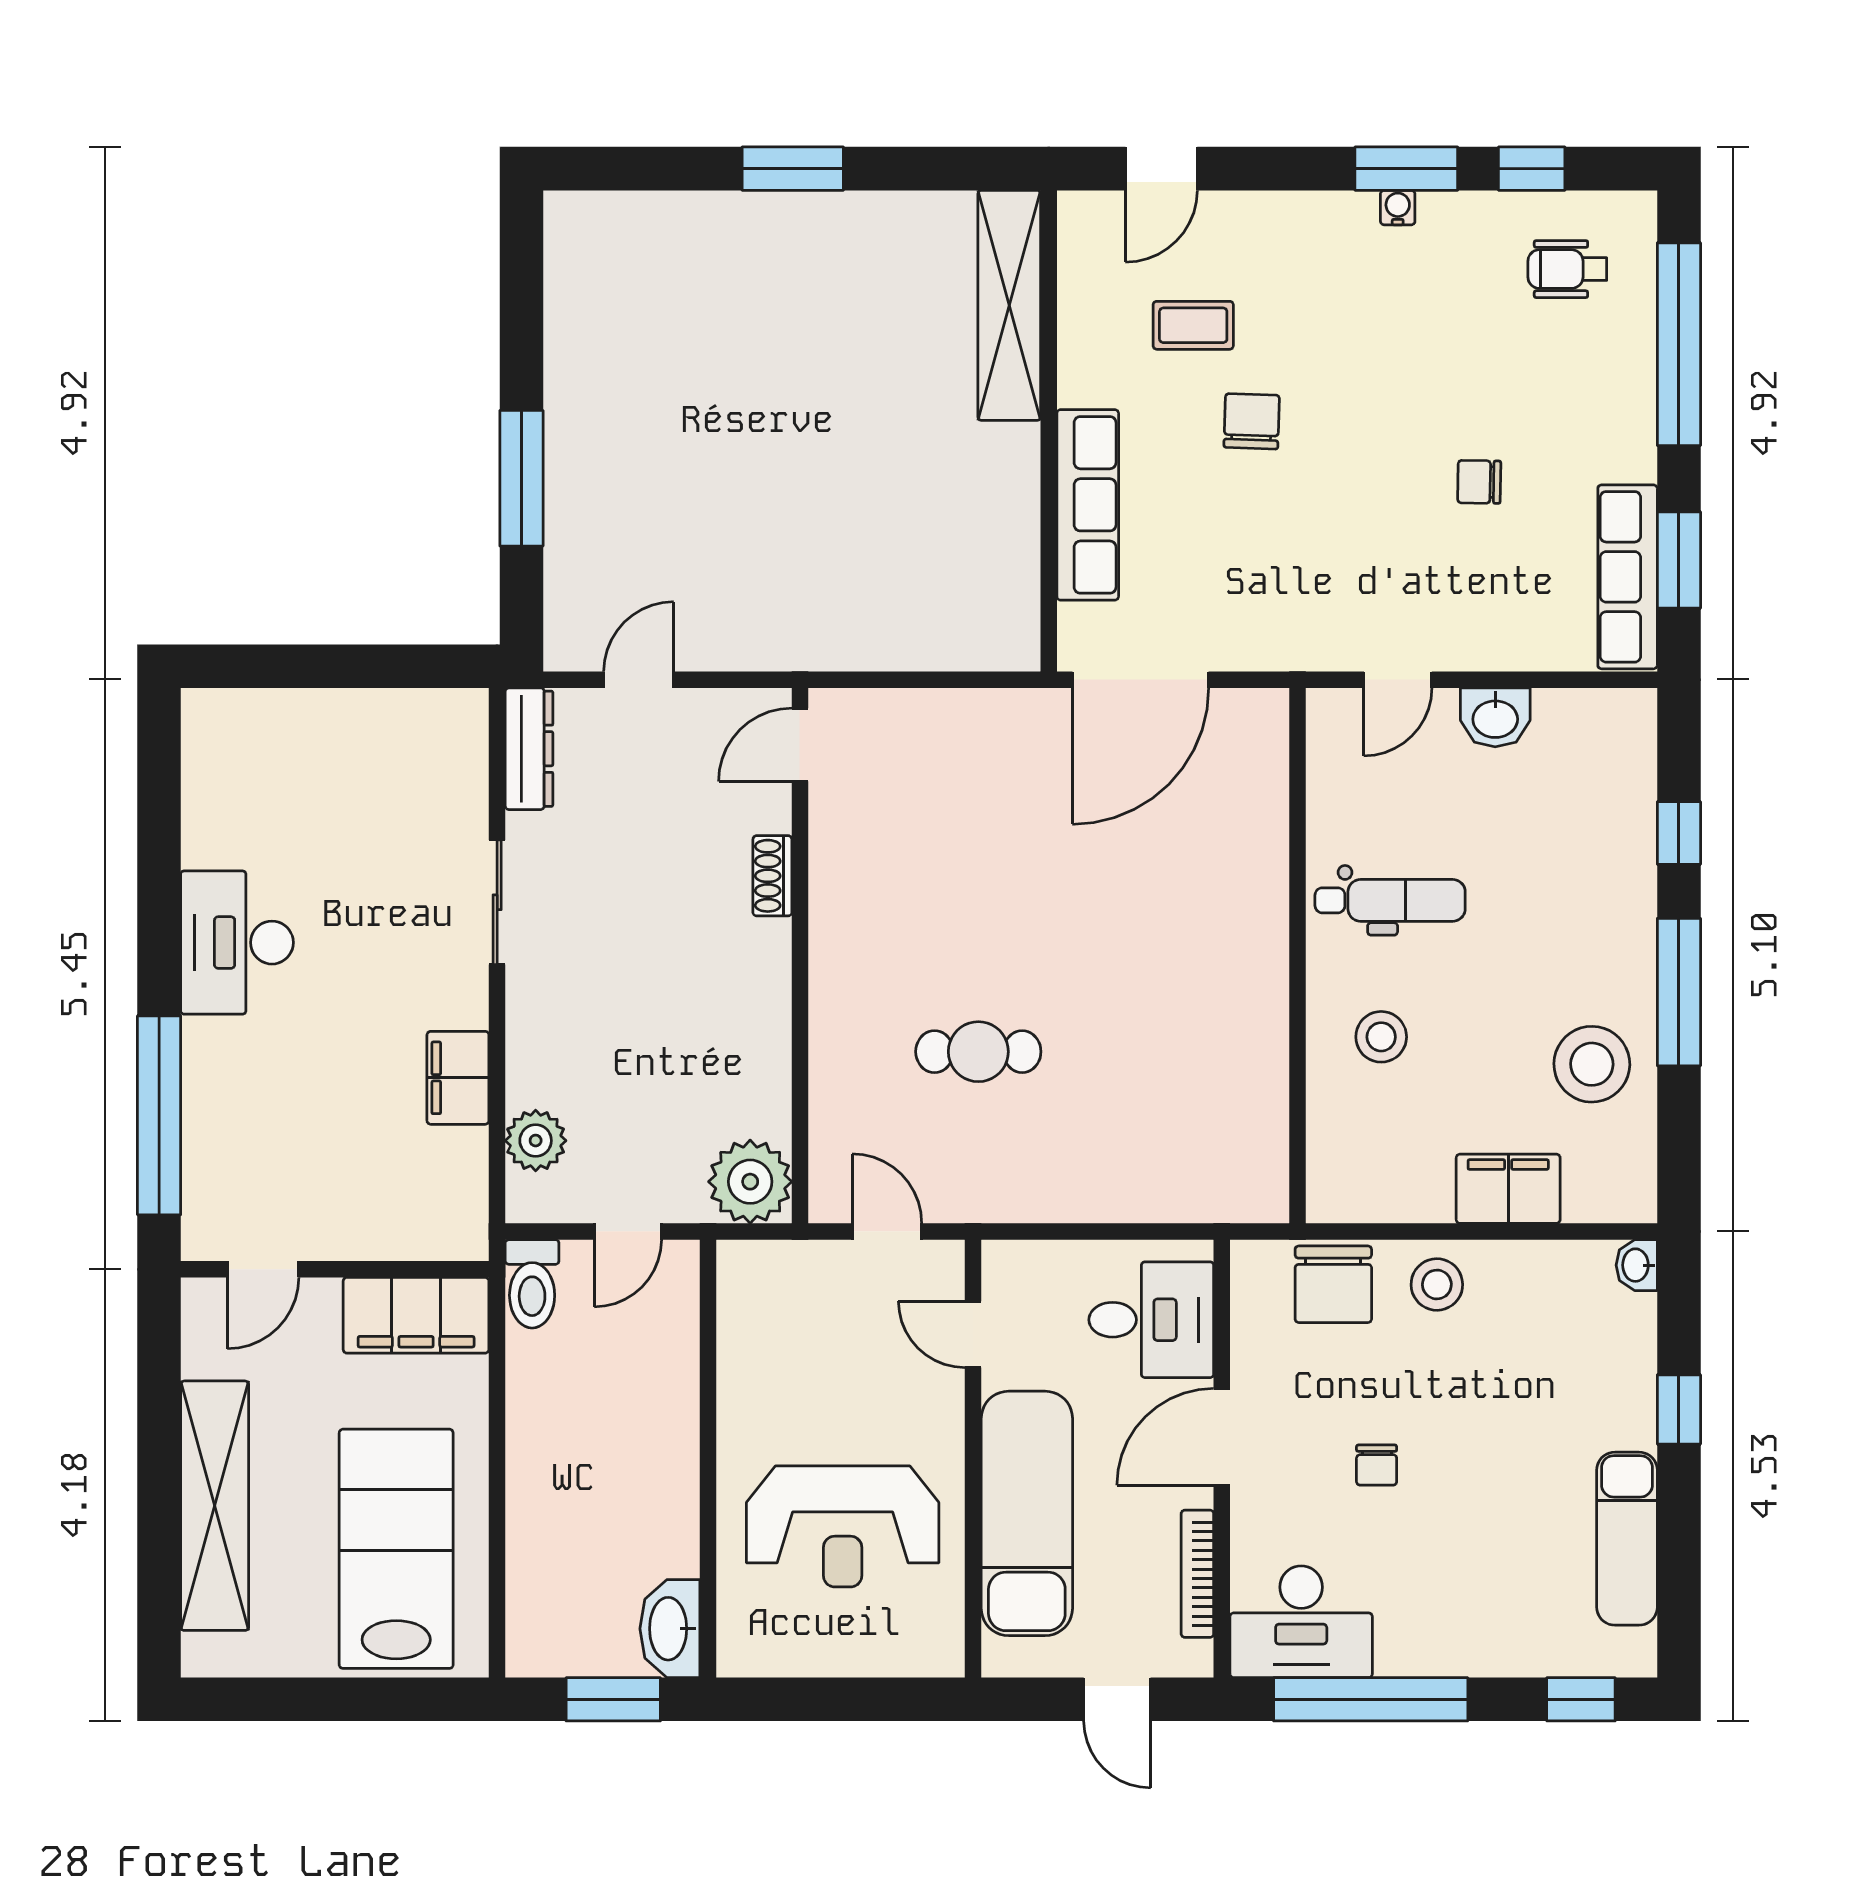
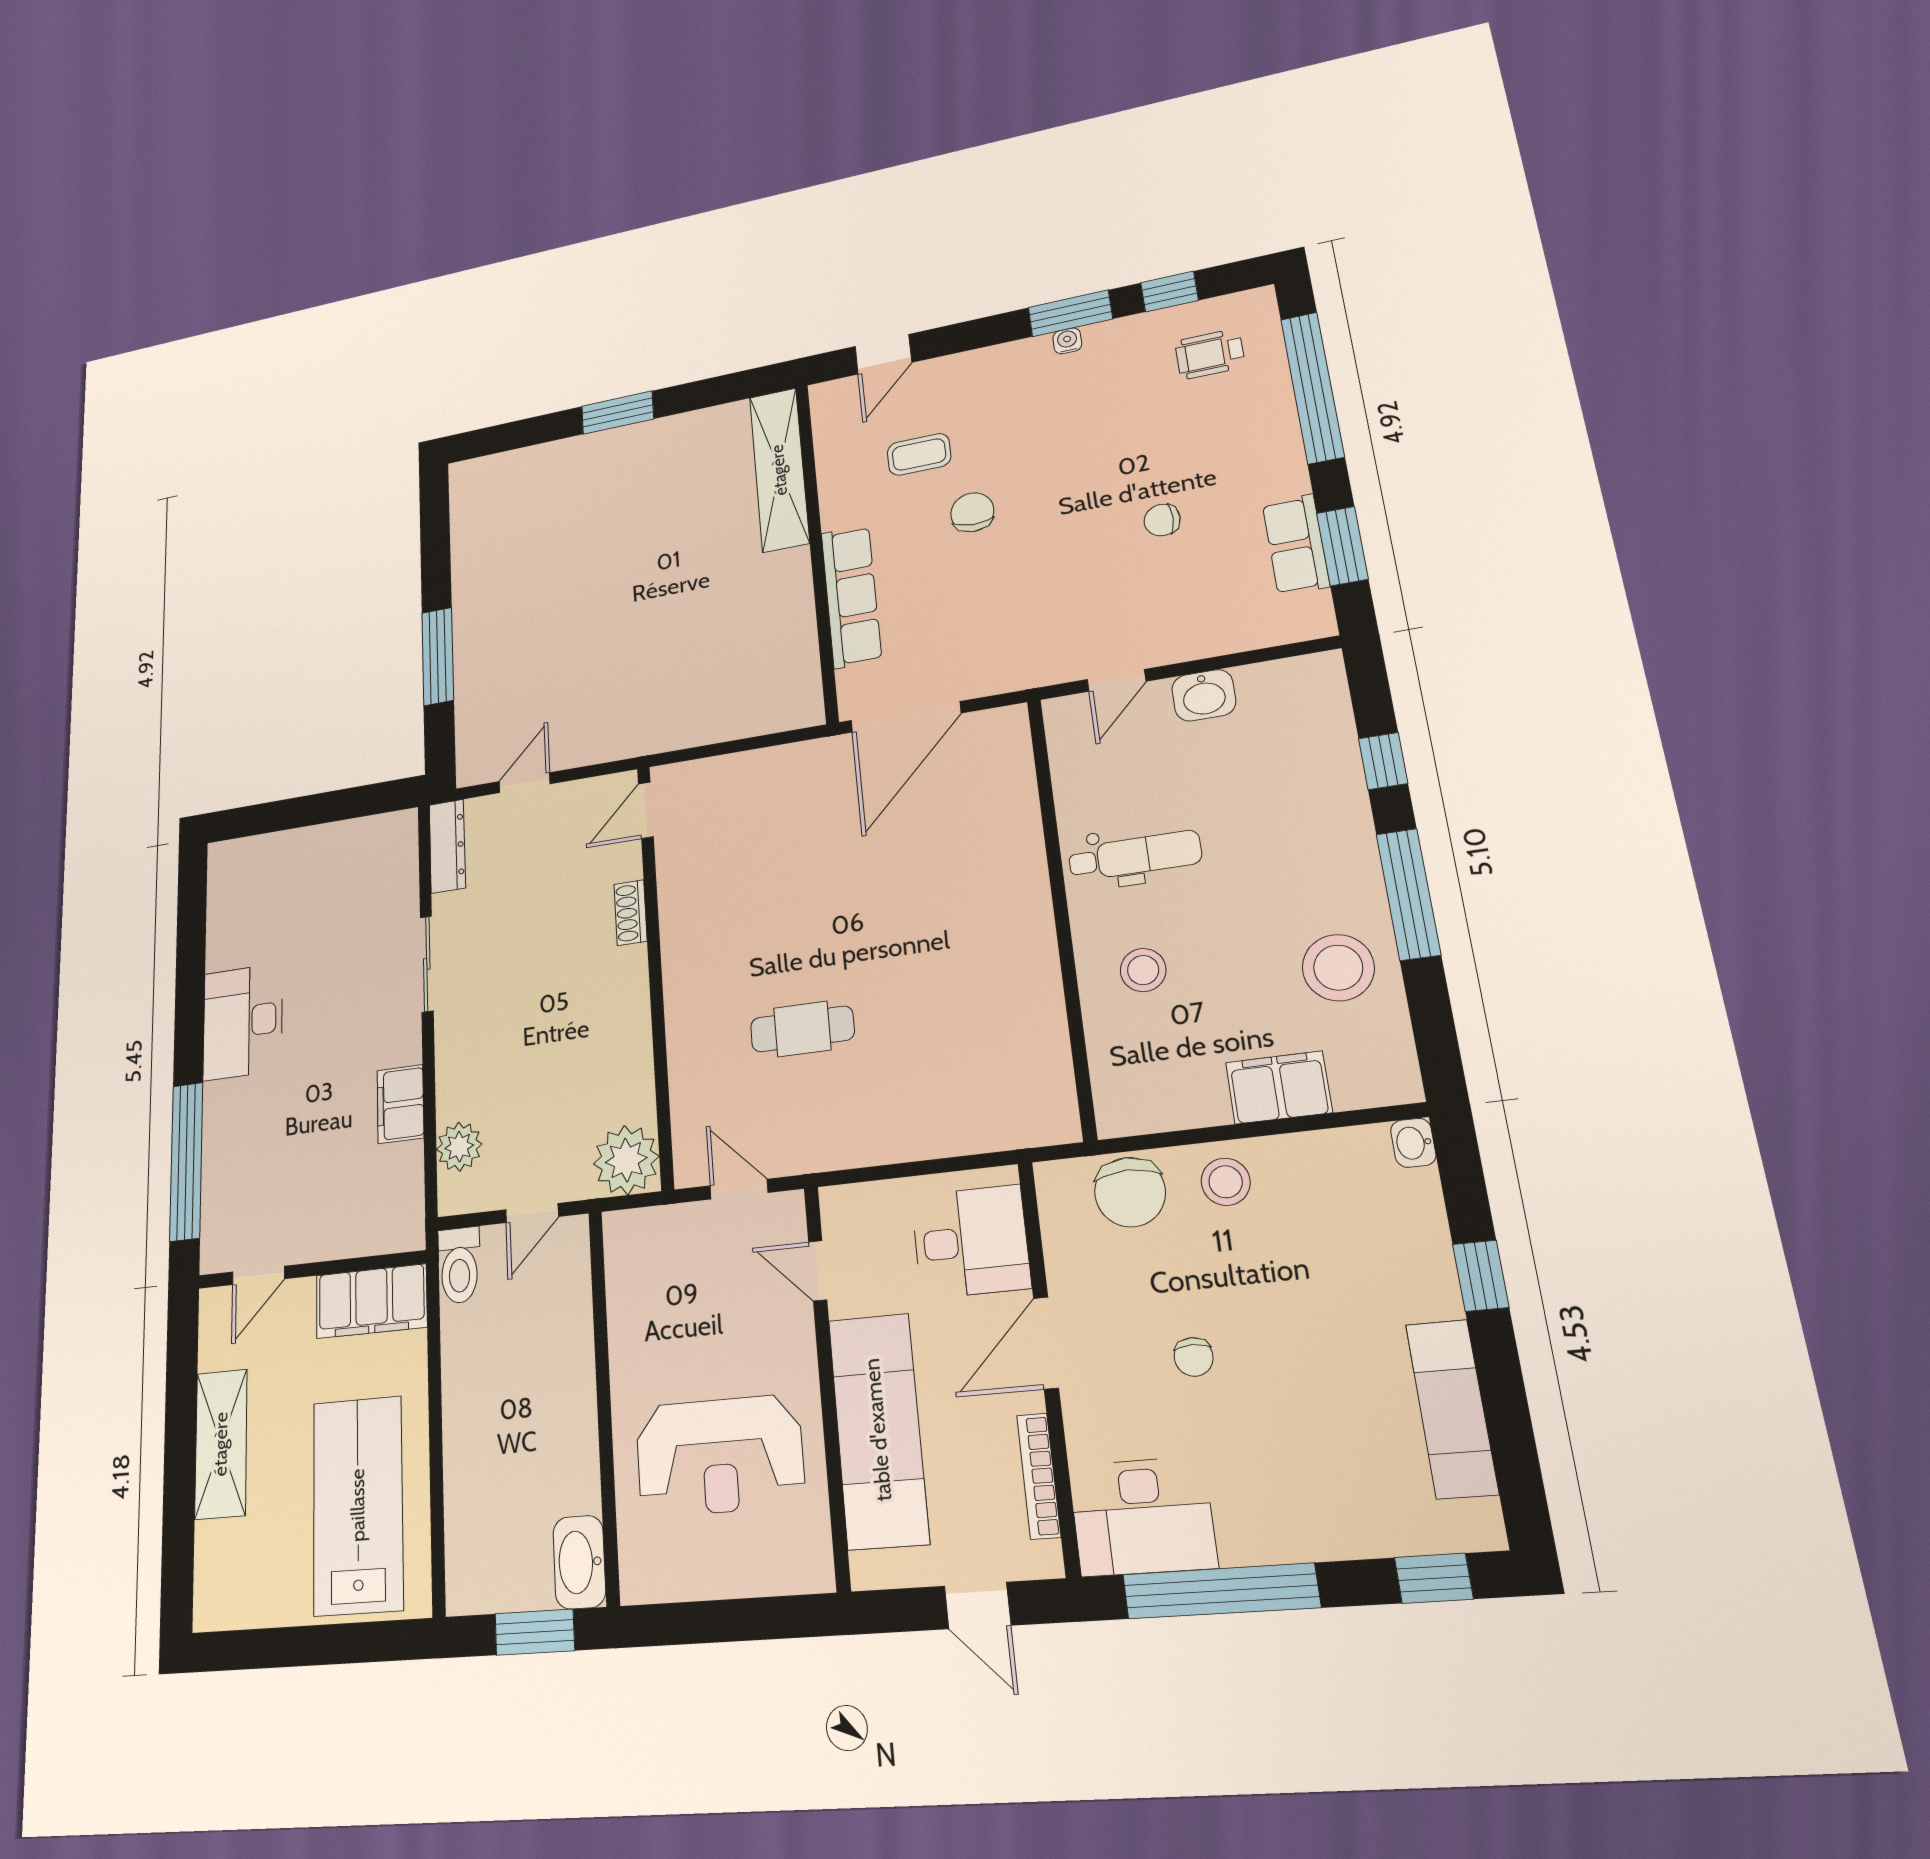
row of seats: (1628, 577) -> (1296, 545), width x0.68
shelving: (215, 1506) -> (221, 1444), width x0.68

